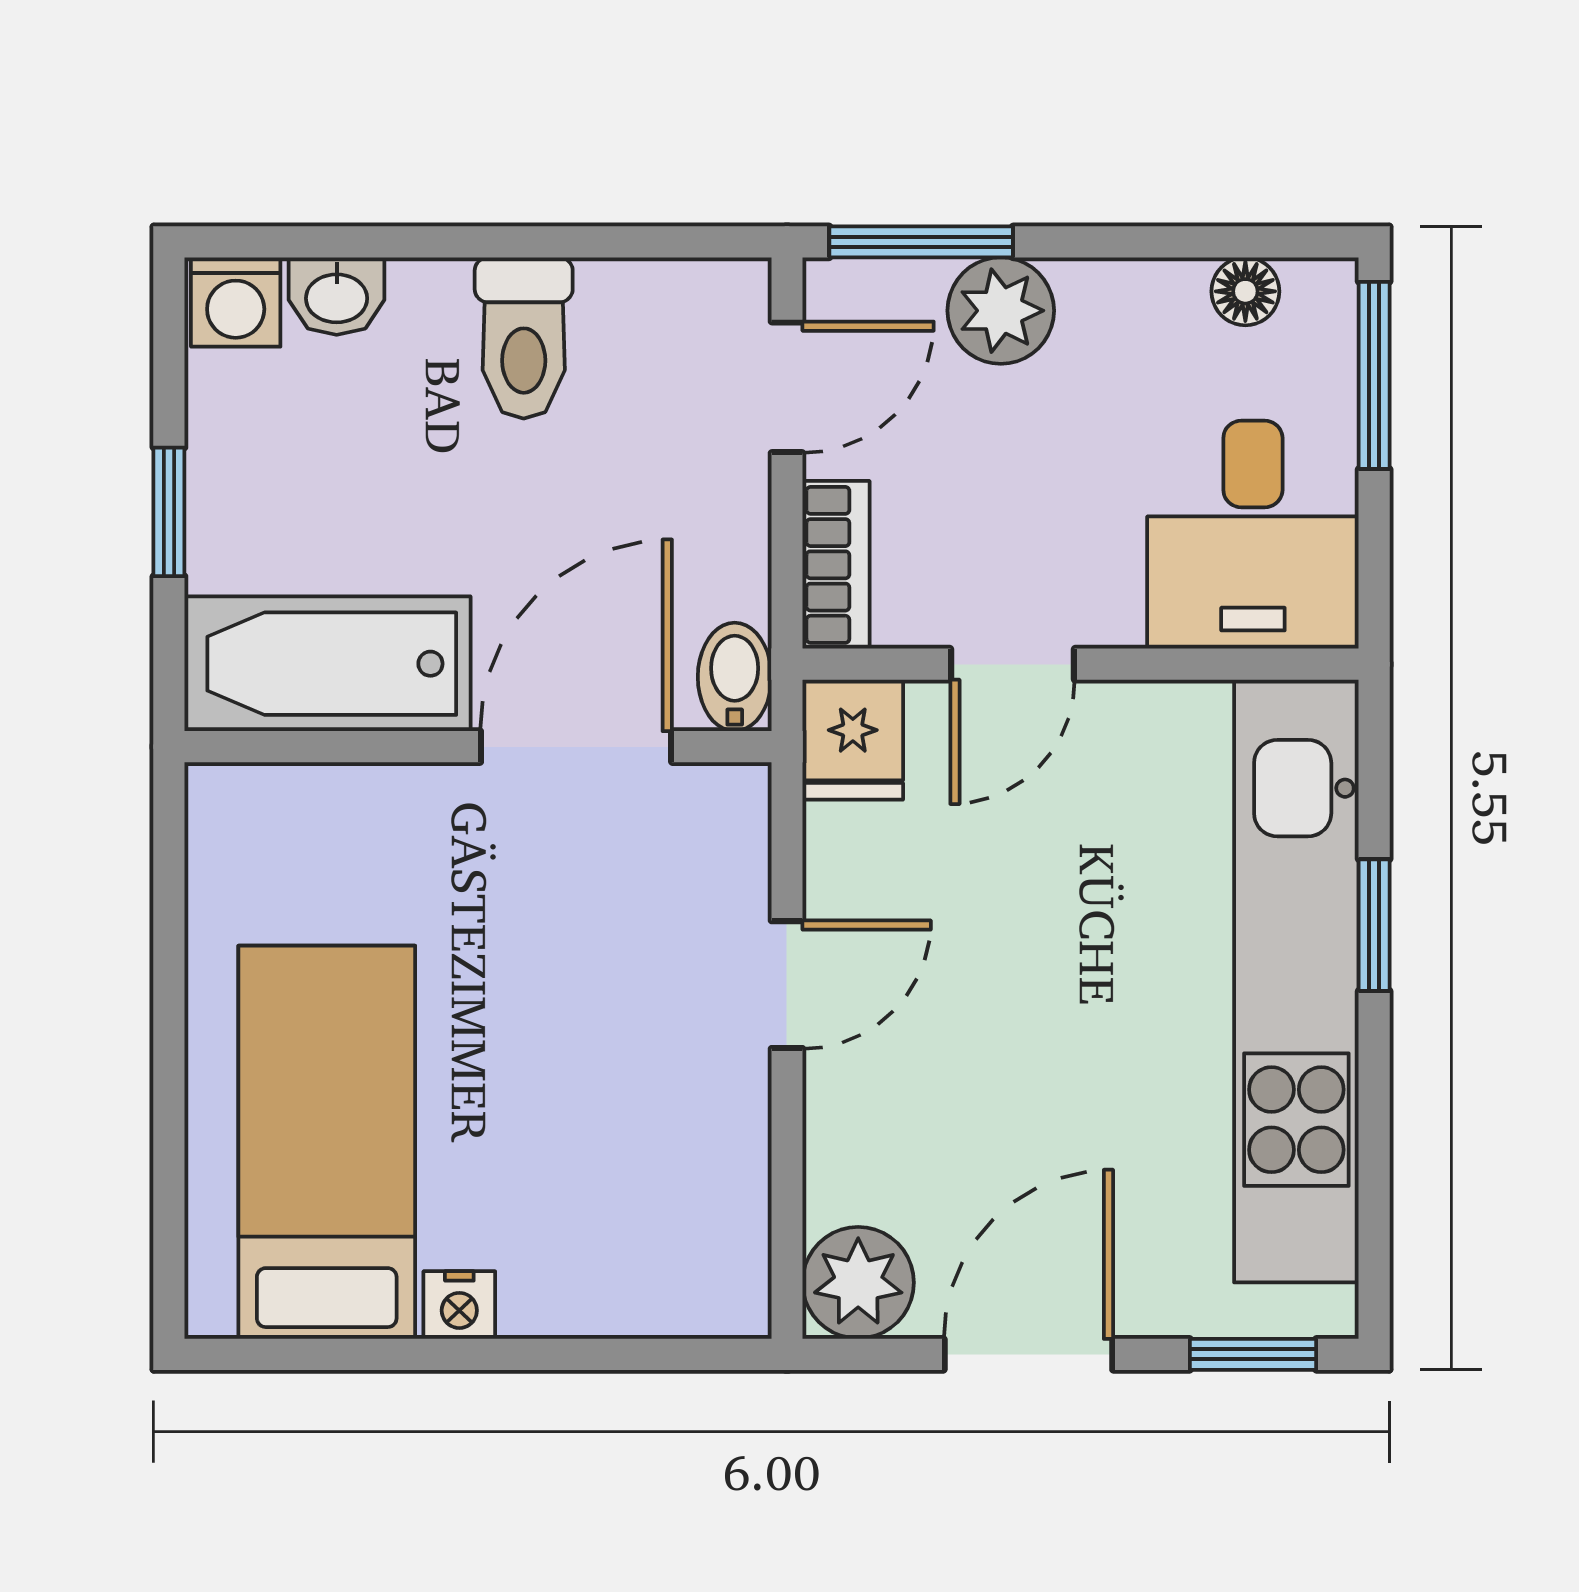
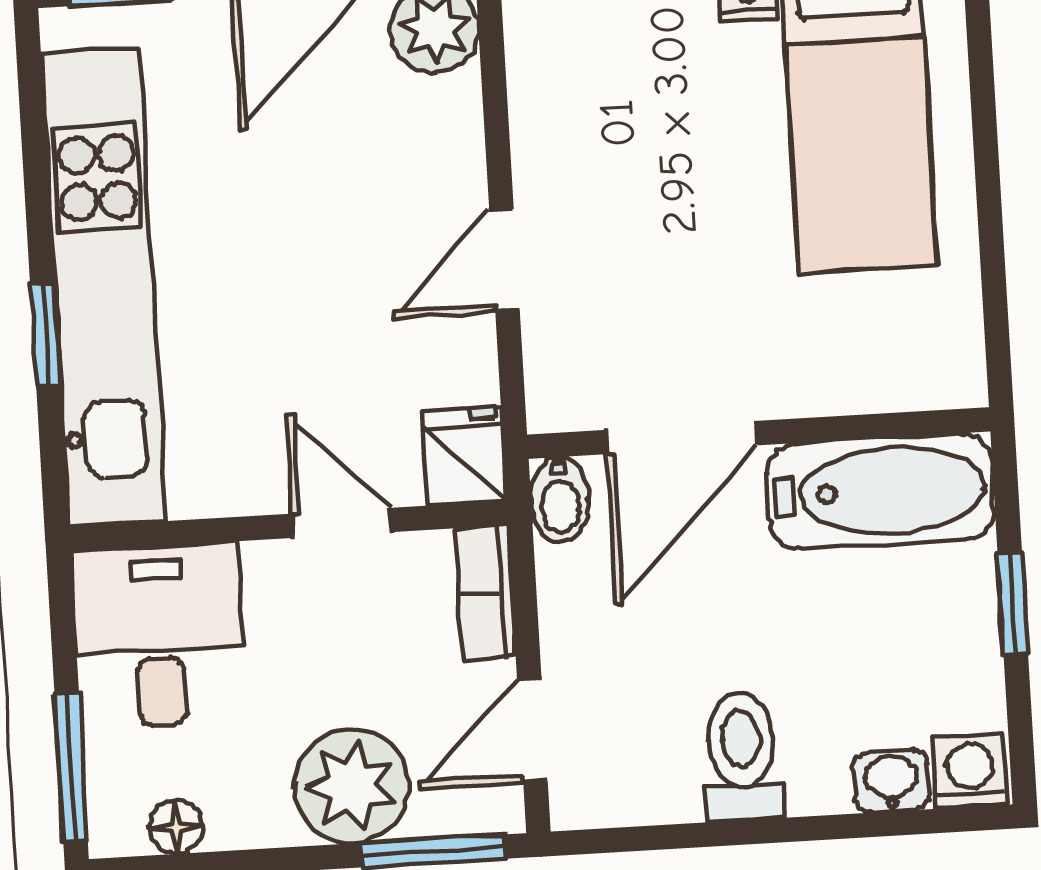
plant: (1001, 311) -> (352, 786), width x1.36, depth x1.36
door: (1013, 664) -> (342, 523), hinge flipped

